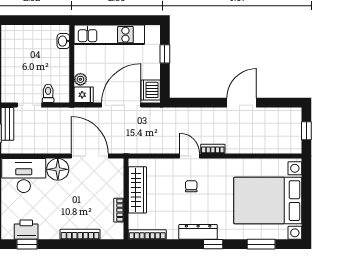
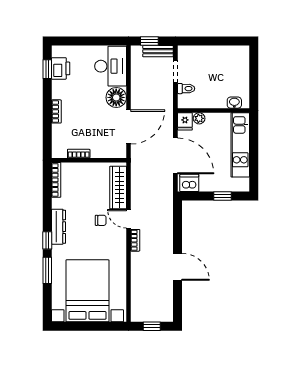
door: (190, 156) -> (129, 219), swing flipped
wardrobe: (137, 190) -> (118, 188), moved, turned 90
bookcase: (80, 234) -> (56, 111), width x0.64
window: (261, 244) -> (47, 270), moved

